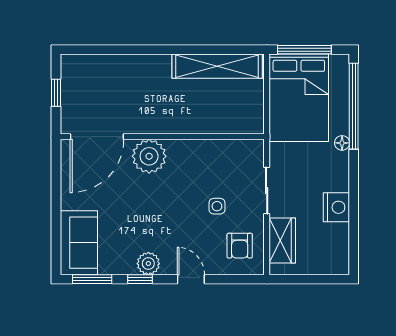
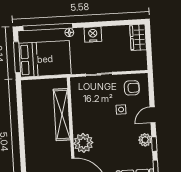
shelving: (217, 66) -> (62, 115), moved
side table: (217, 206) -> (121, 109), moved
nightstand: (336, 207) -> (93, 34), moved
wardrobe: (282, 241) -> (138, 37), moved, turned -90

